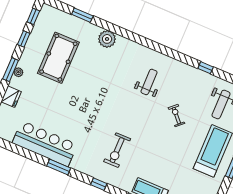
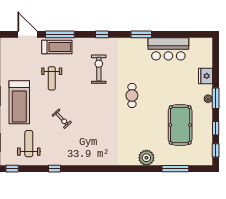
window: (82, 15) -> (175, 169), width x1.44
weight bench: (149, 82) -> (52, 78), moved
cafe table: (95, 109) -> (132, 96), added
bar counter: (45, 144) -> (168, 49), width x0.73

